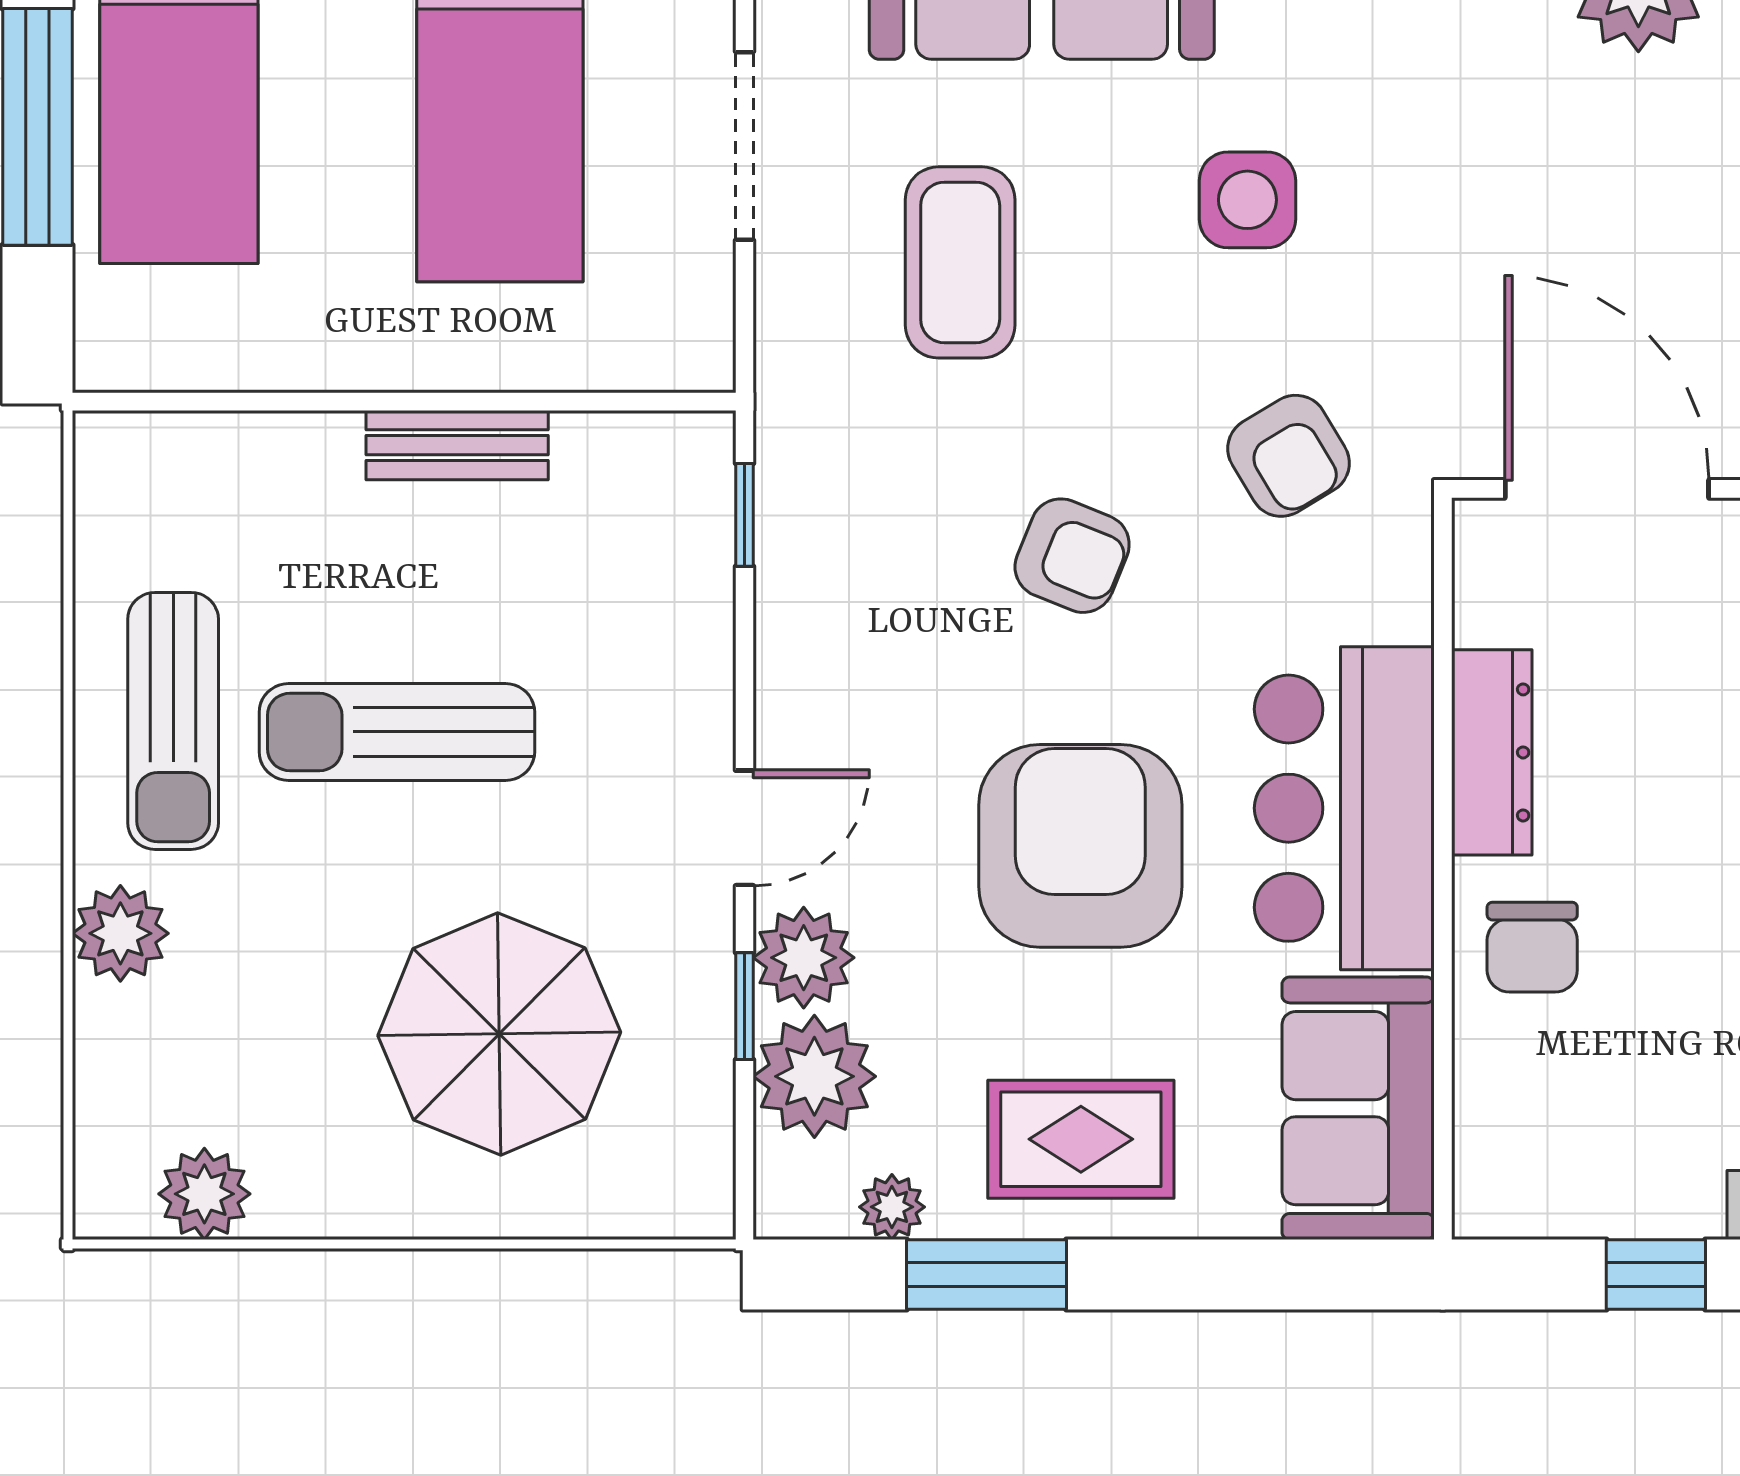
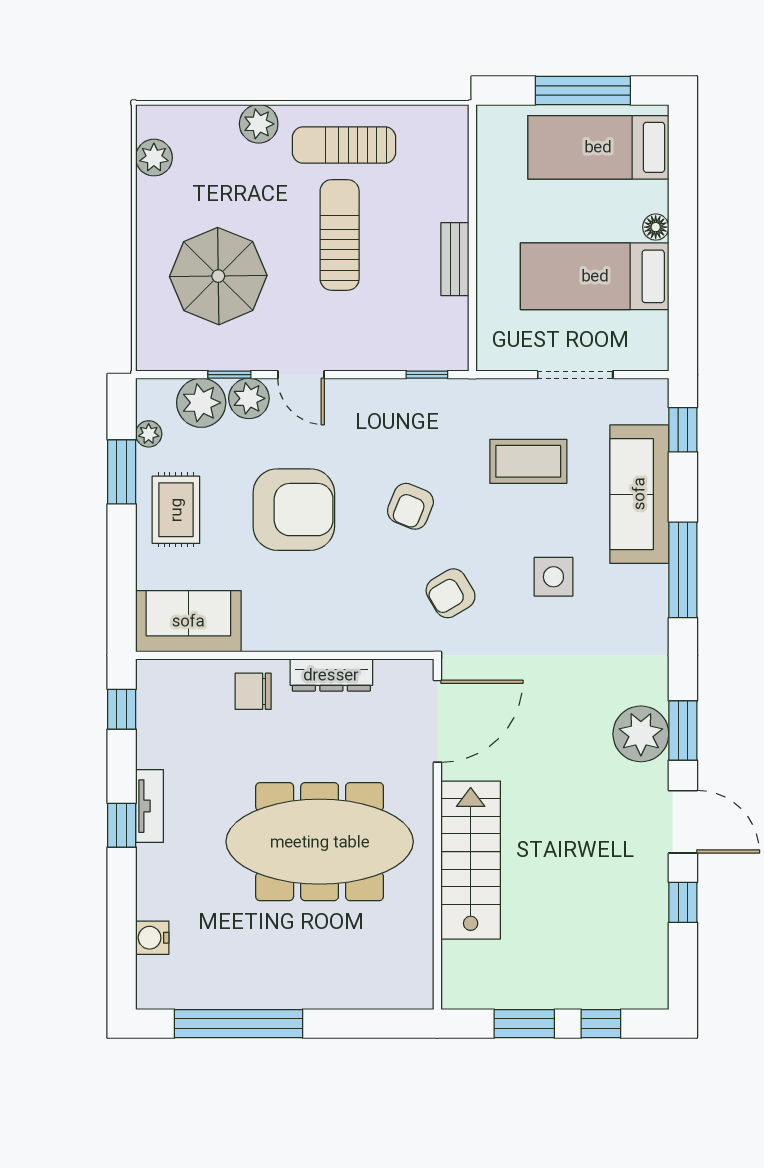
bar counter: (1344, 808) -> (309, 616), removed
window: (1656, 1274) -> (122, 709), moved

